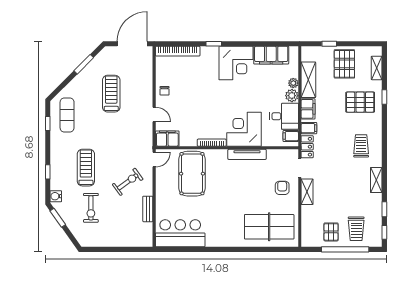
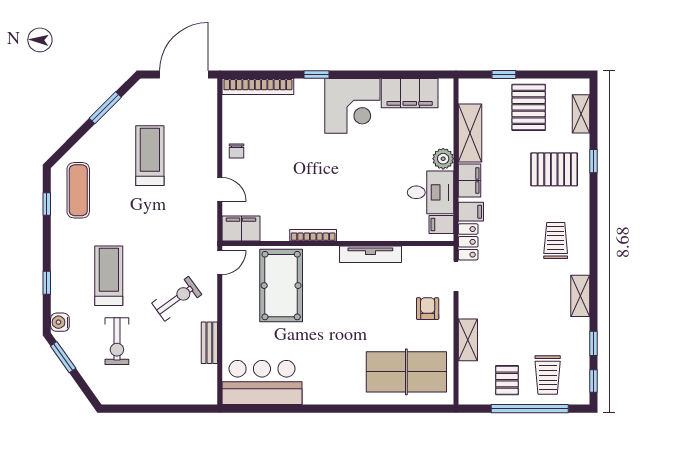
plant: (293, 83) -> (446, 138), removed
corner desk: (244, 129) -> (366, 214), removed
shelving: (307, 192) -> (468, 340), moved

